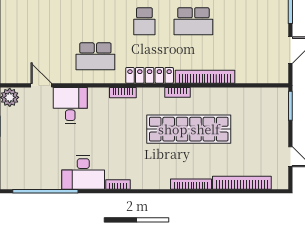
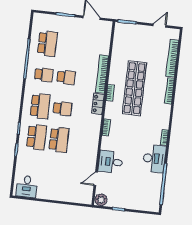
school desk: (193, 21) -> (66, 77), width x0.54
school desk: (95, 56) -> (59, 140), moved
locker: (150, 75) -> (98, 104), width x0.66

